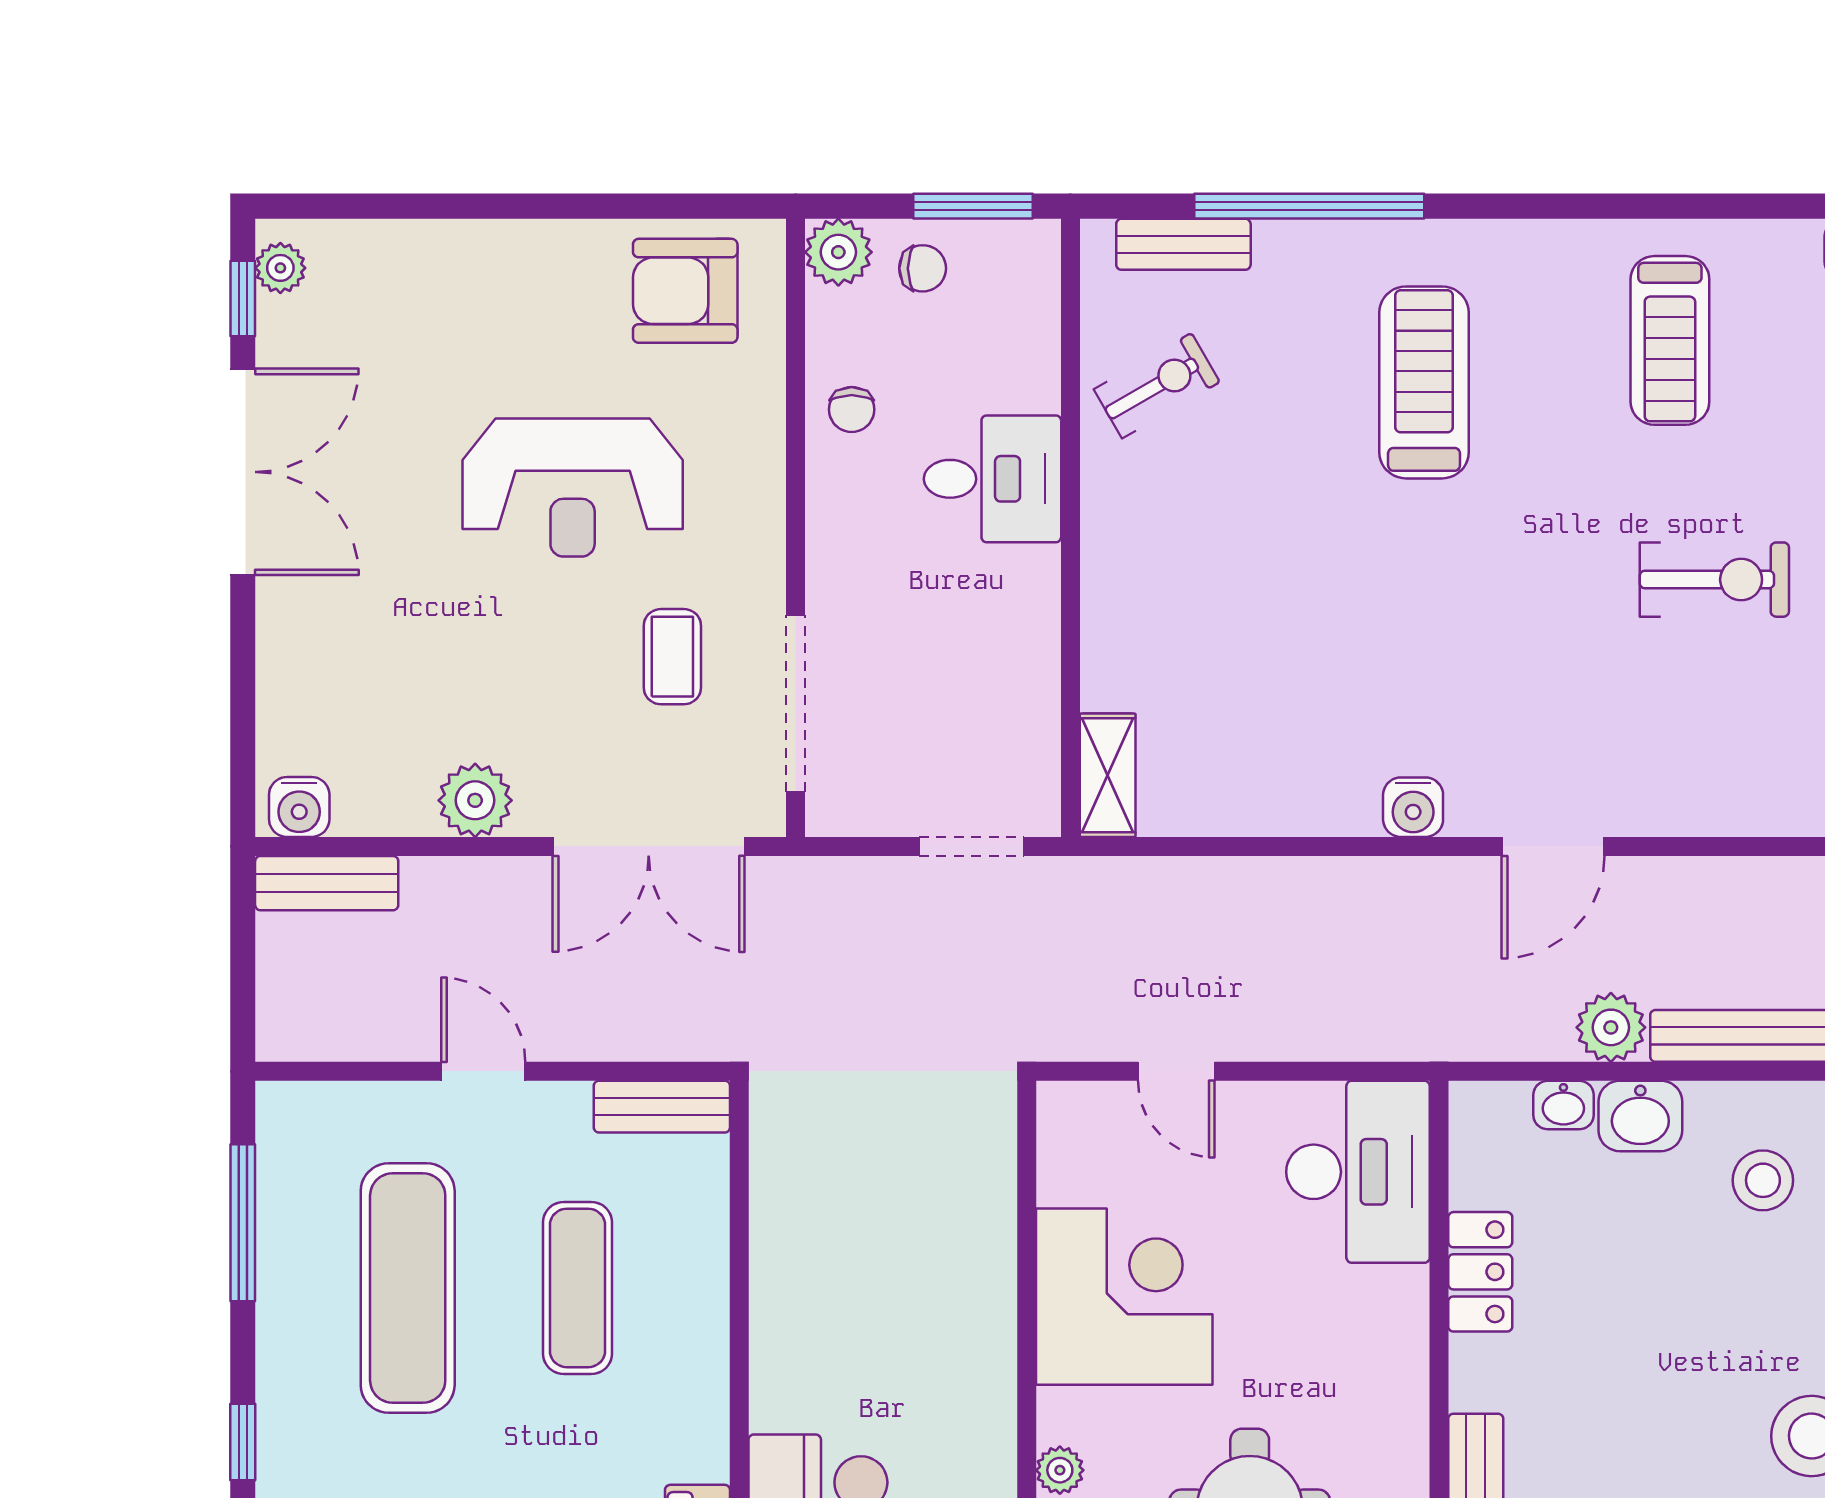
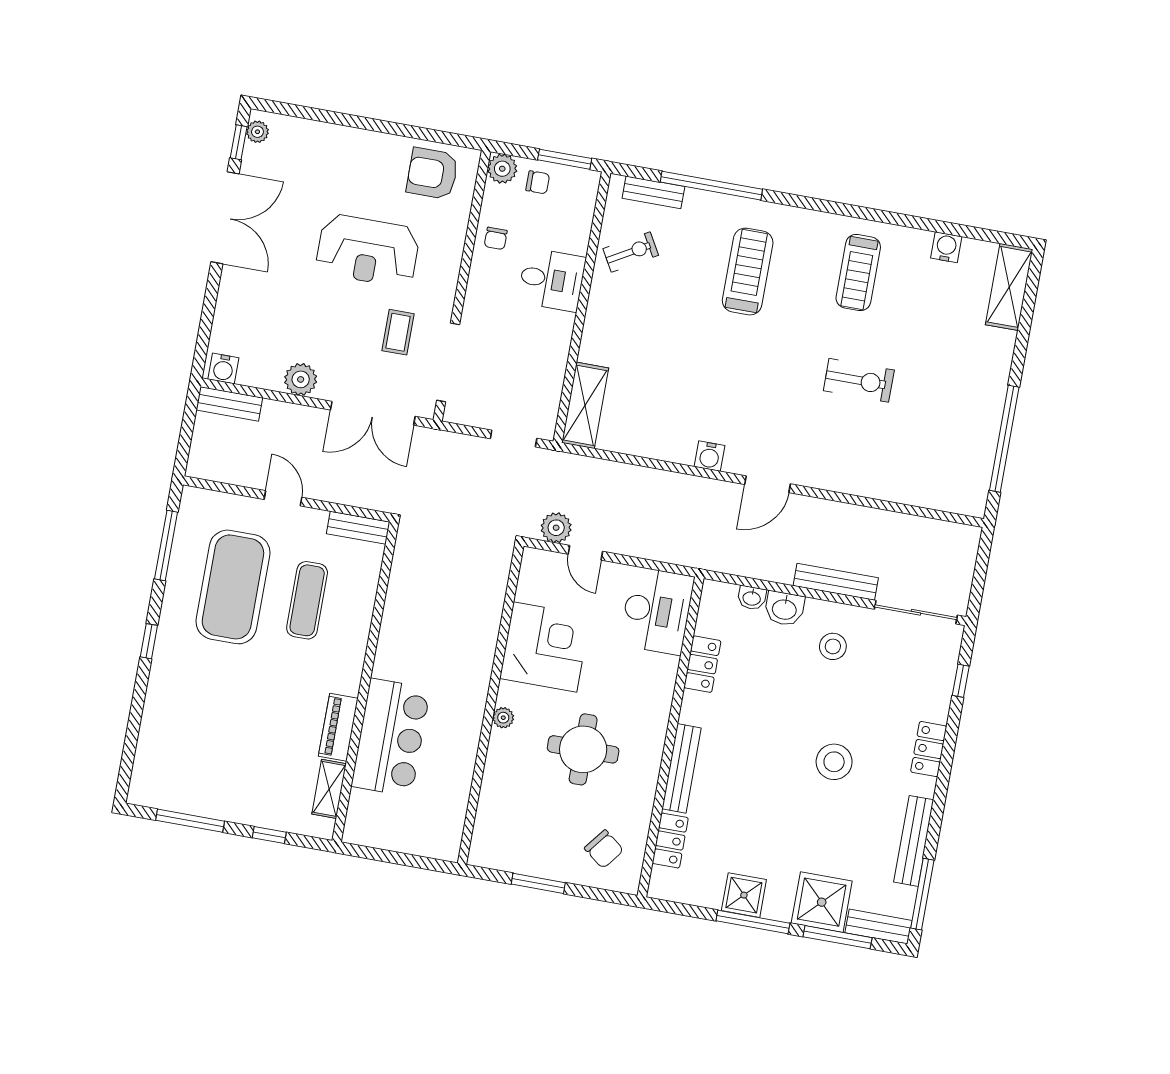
shelving: (1108, 775) -> (585, 405), width x1.50, depth x1.33
plant: (1611, 1027) -> (556, 528), moved
exercise mat: (408, 1288) -> (233, 587), width x1.47

